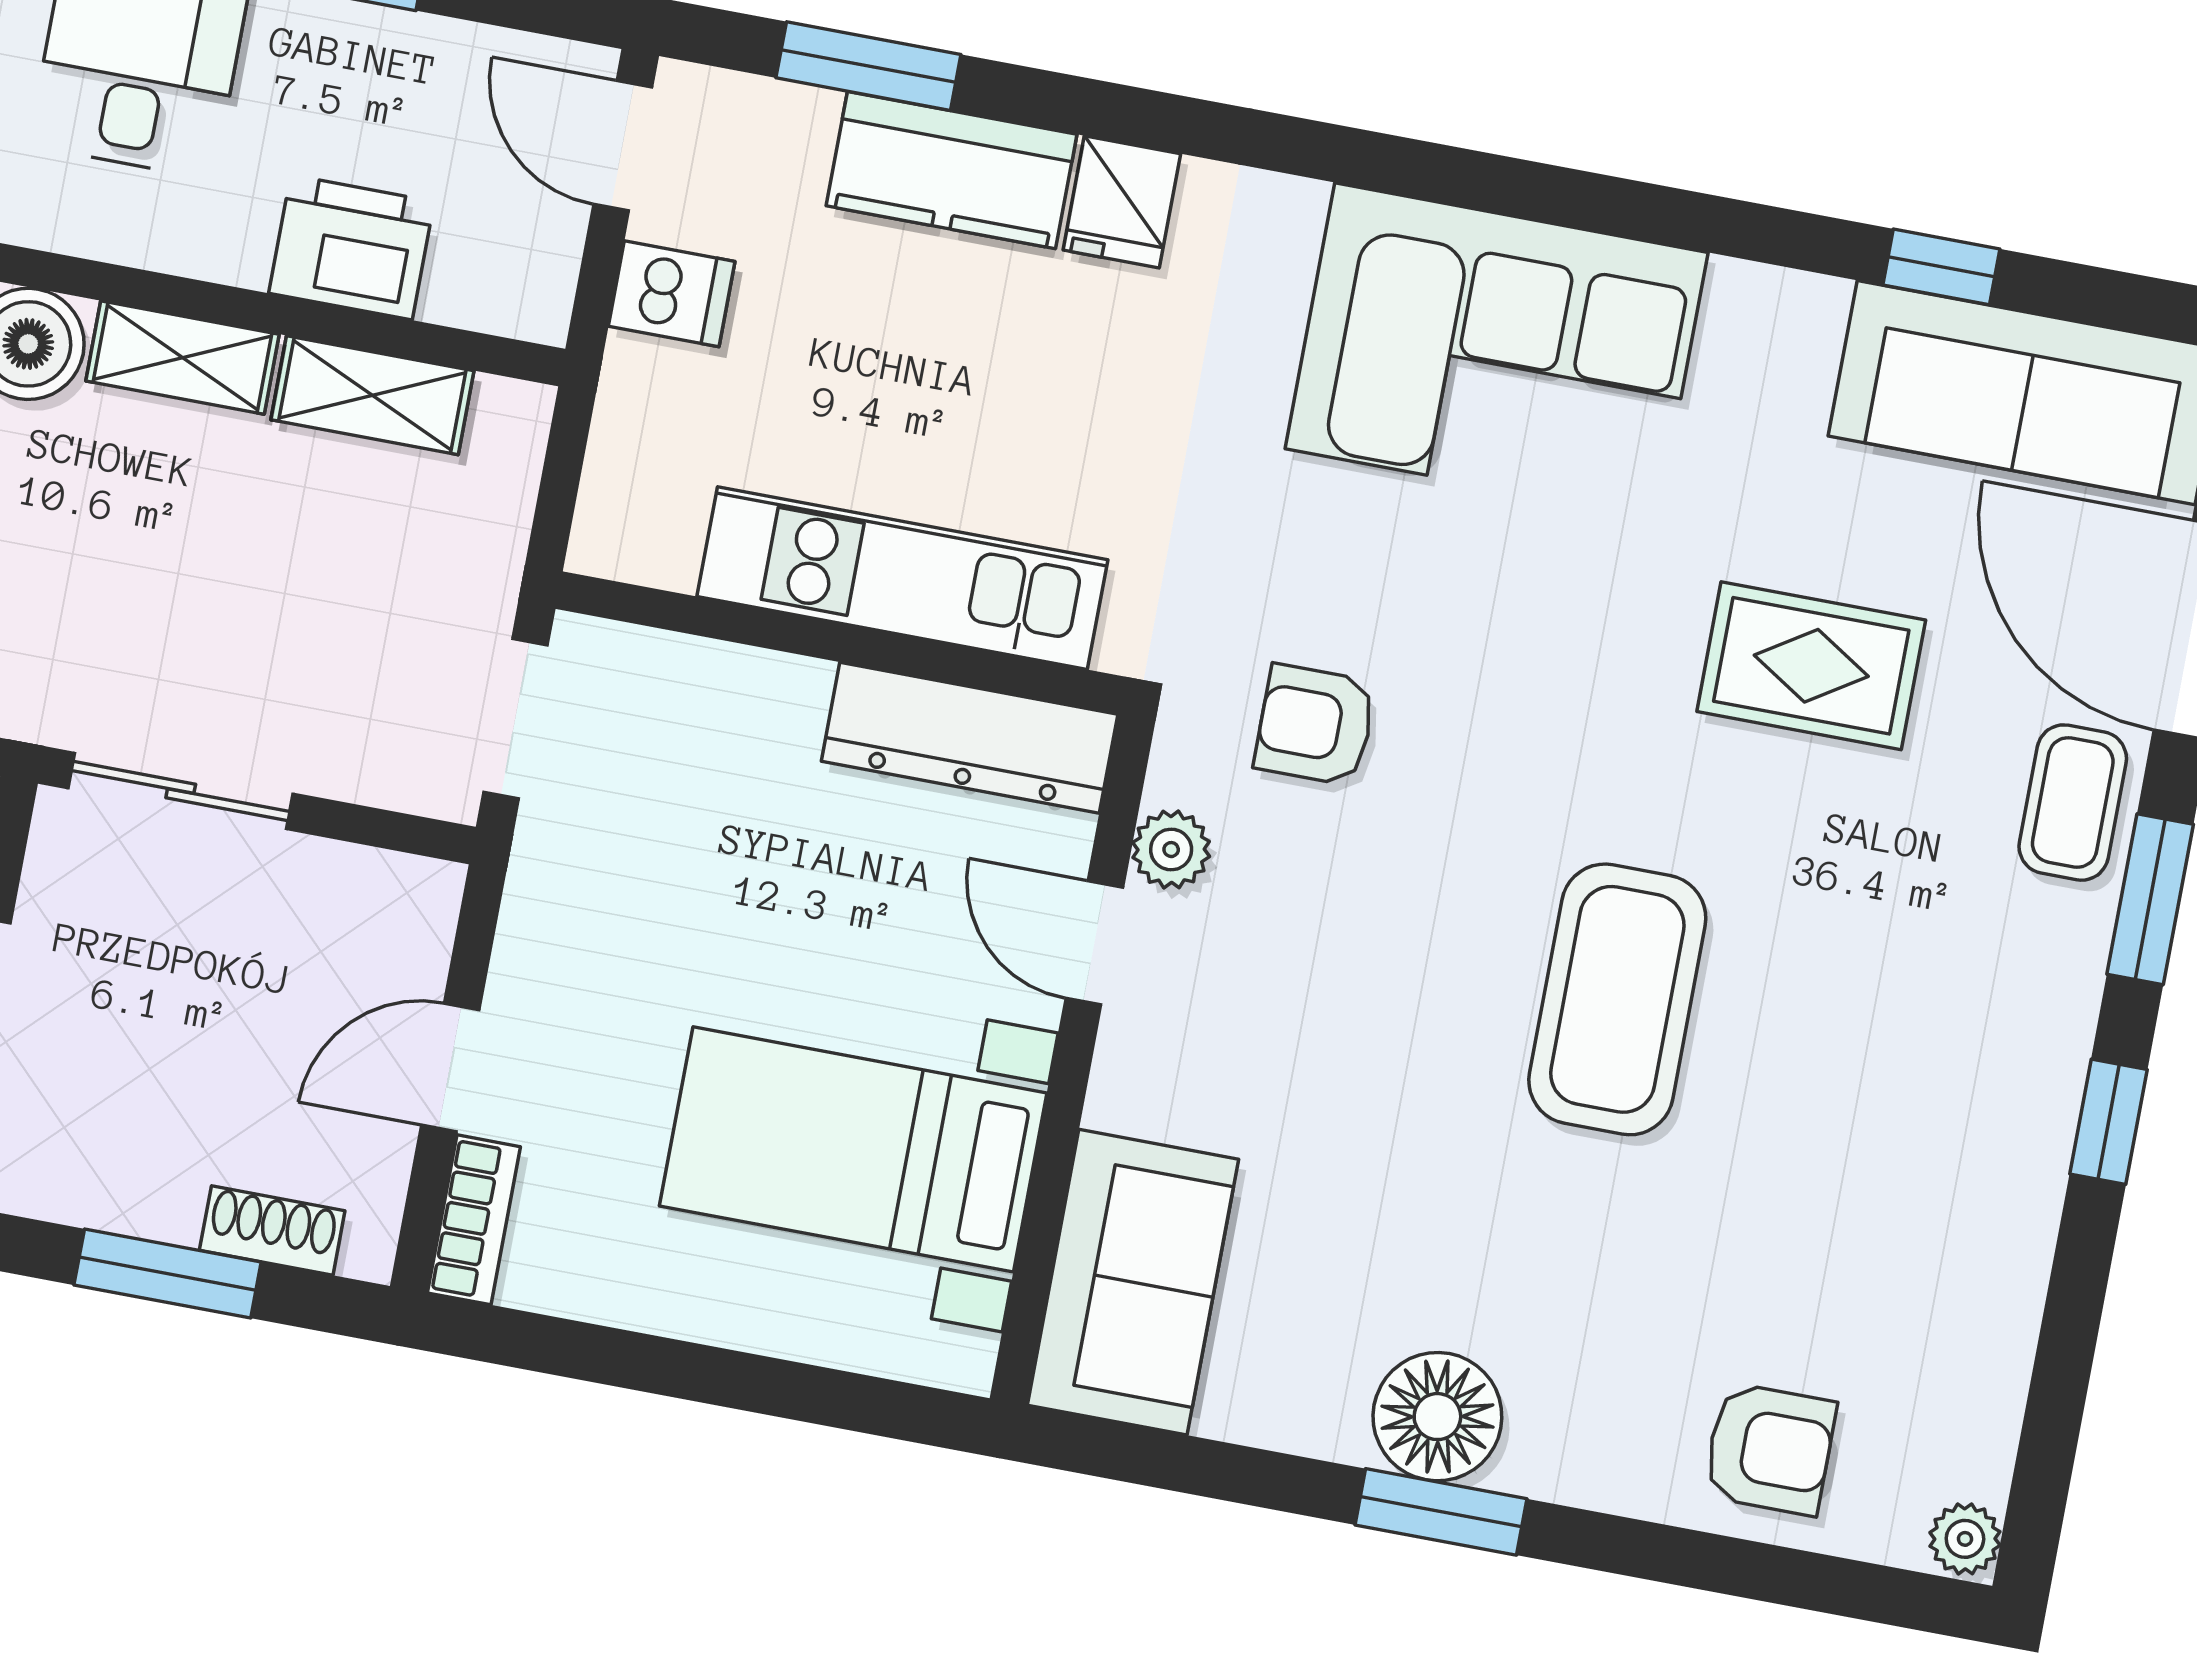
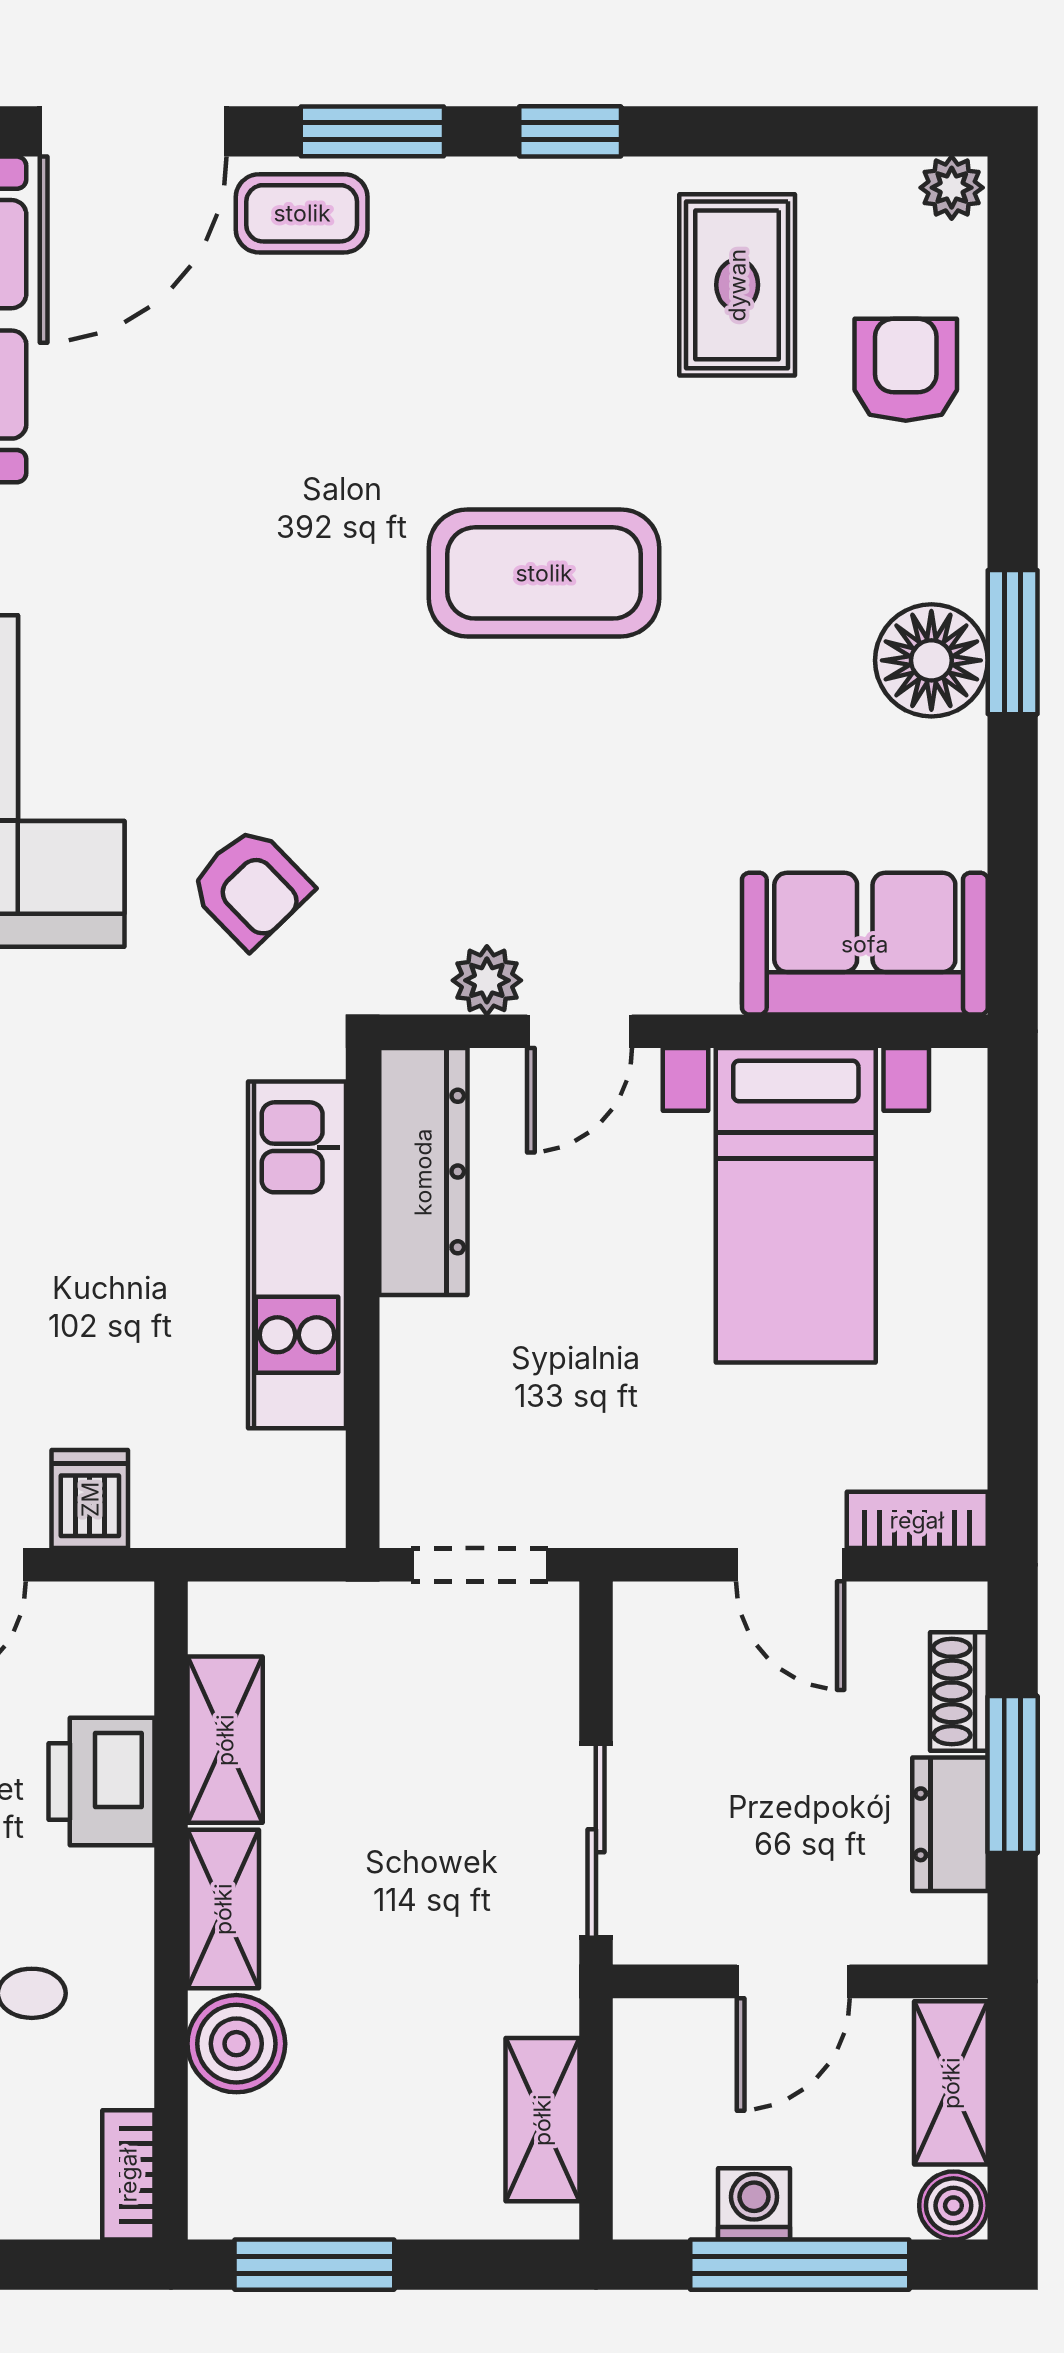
rug: (1811, 666) -> (737, 285), moved
armchair: (1315, 725) -> (250, 887), moved, turned -44
dresser: (125, 1193) -> (950, 1824), added

